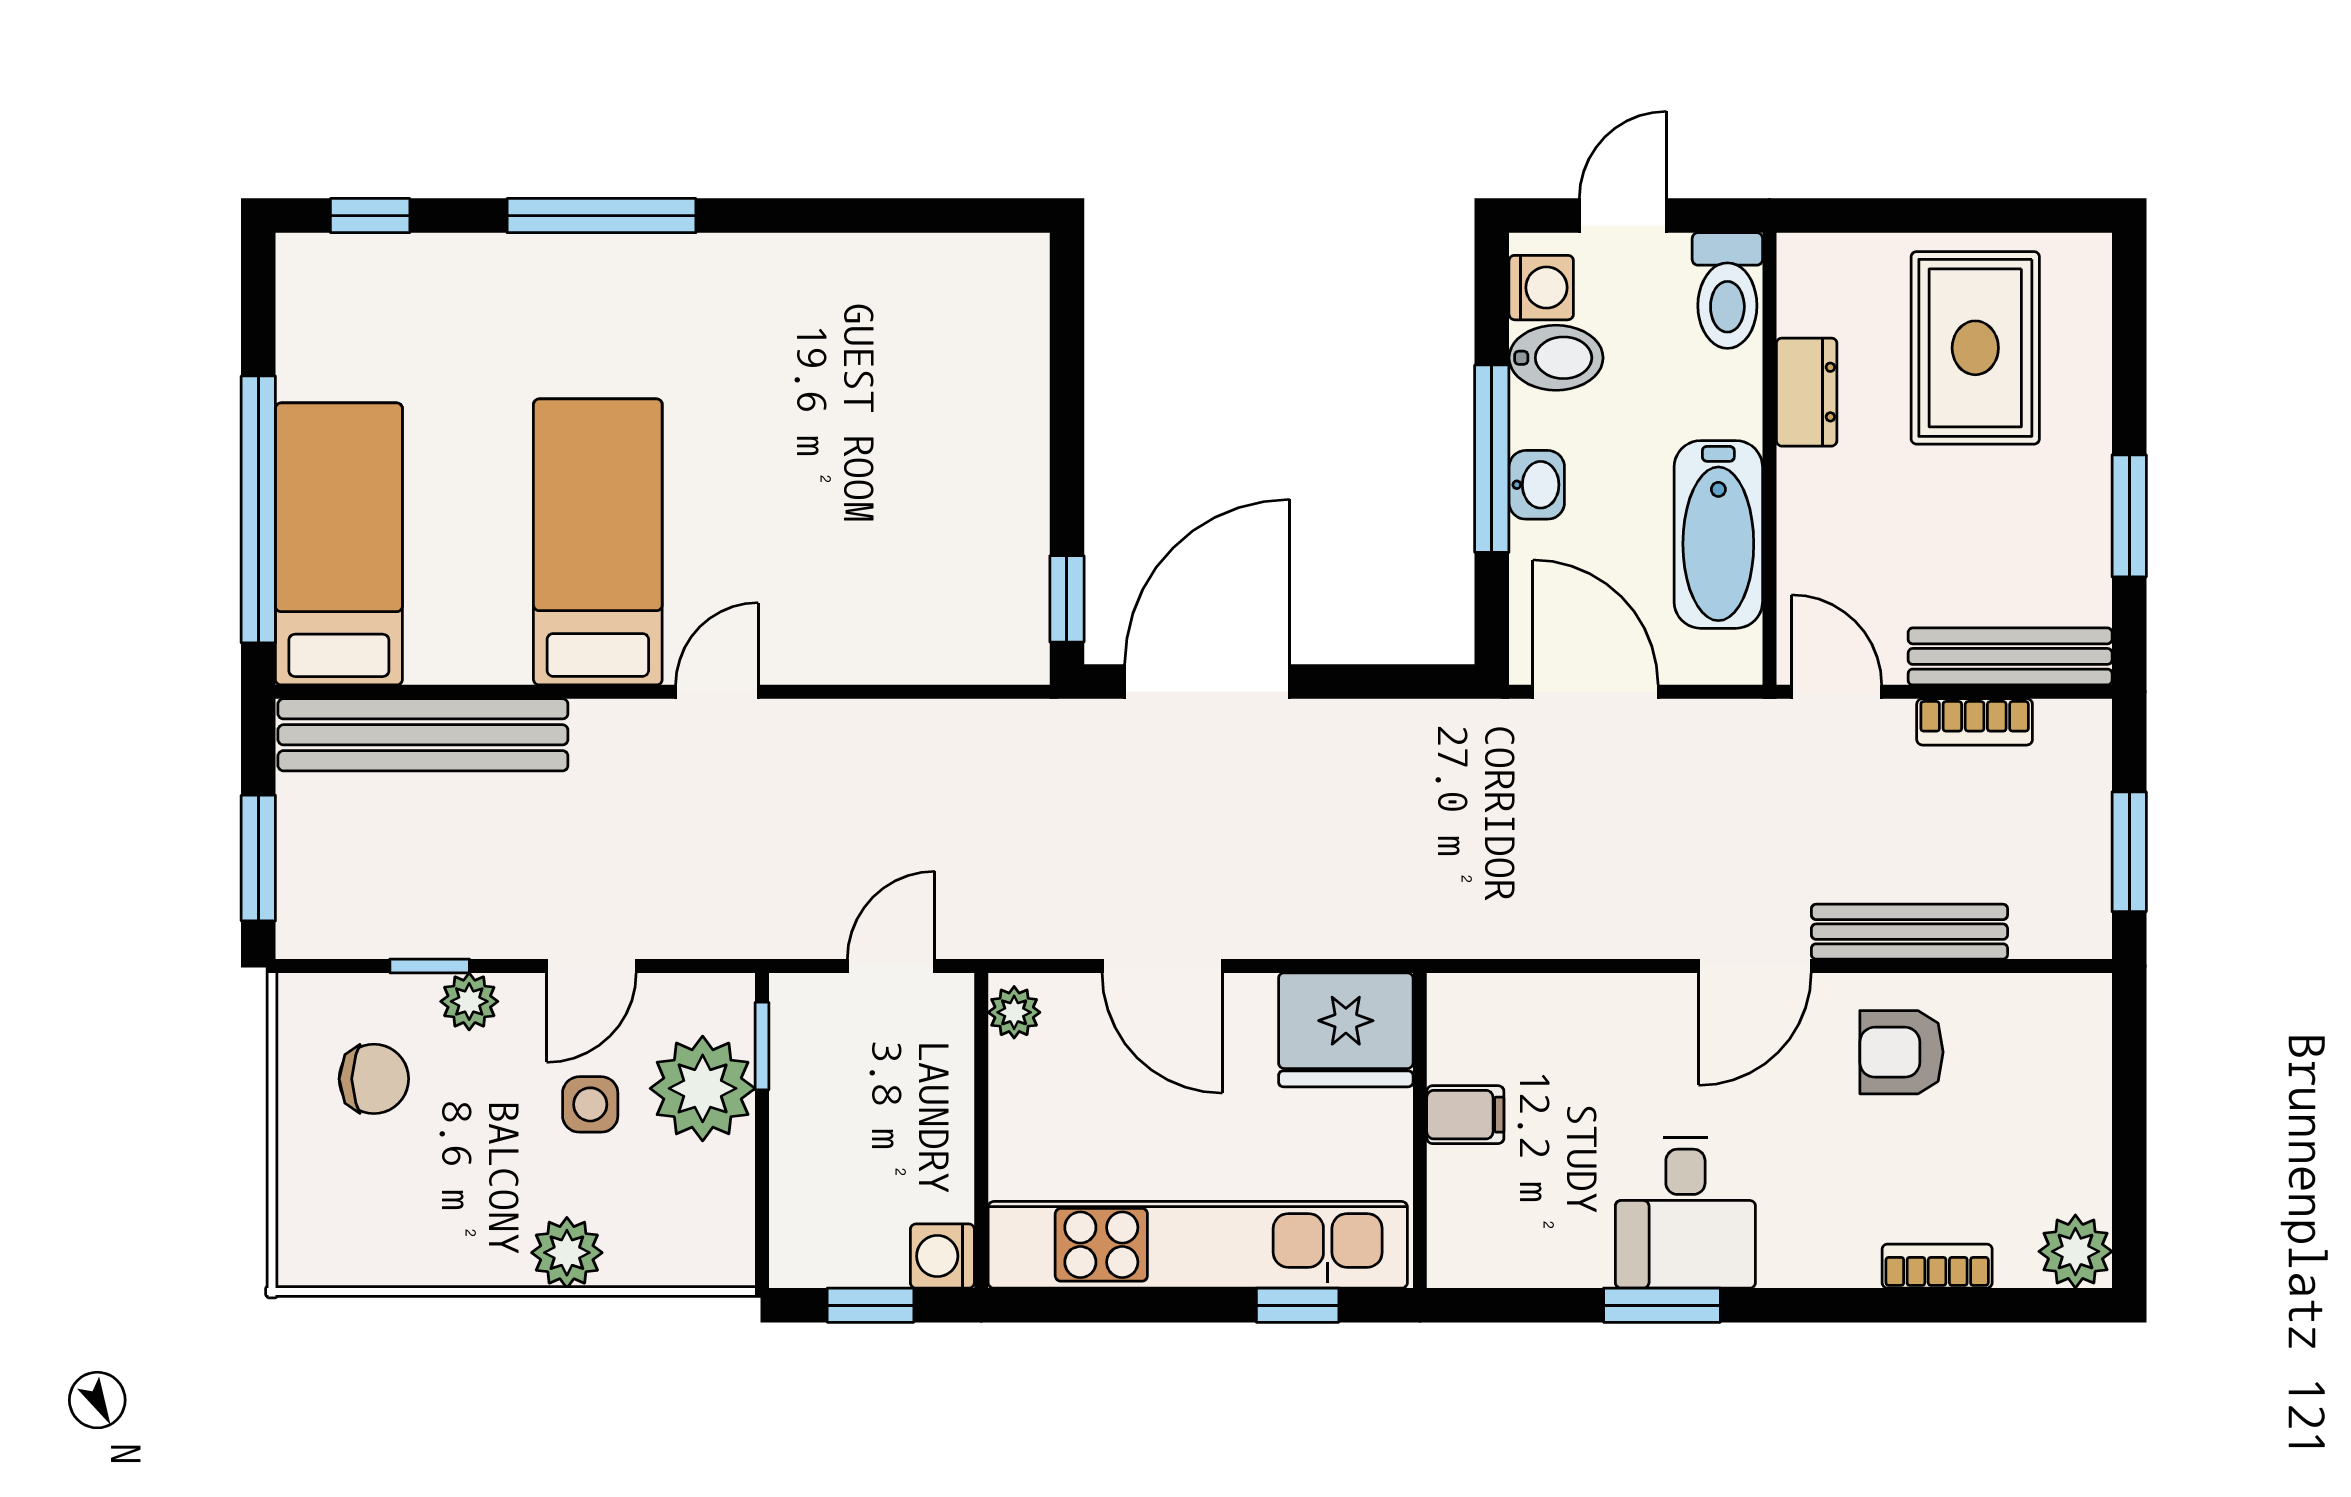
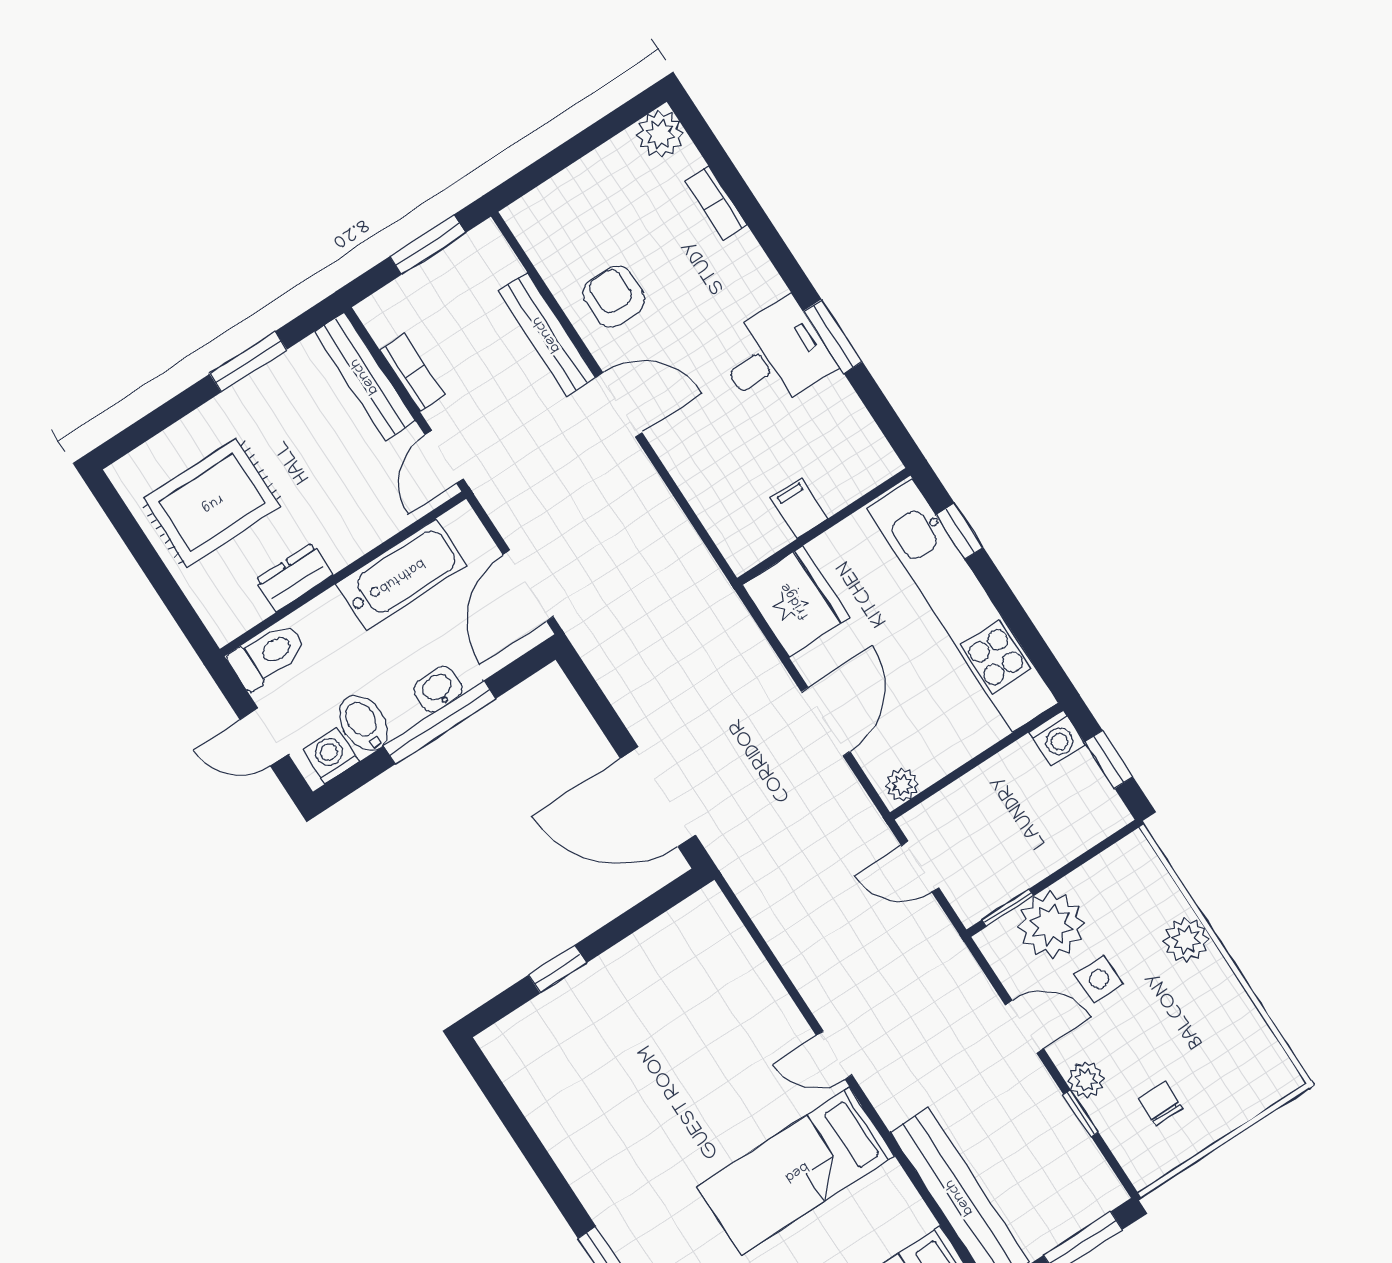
window: (1067, 599) -> (557, 969), moved
armchair: (1901, 1052) -> (614, 297), turned 180
chair: (374, 1079) -> (1161, 1104), width x0.73, depth x0.73

